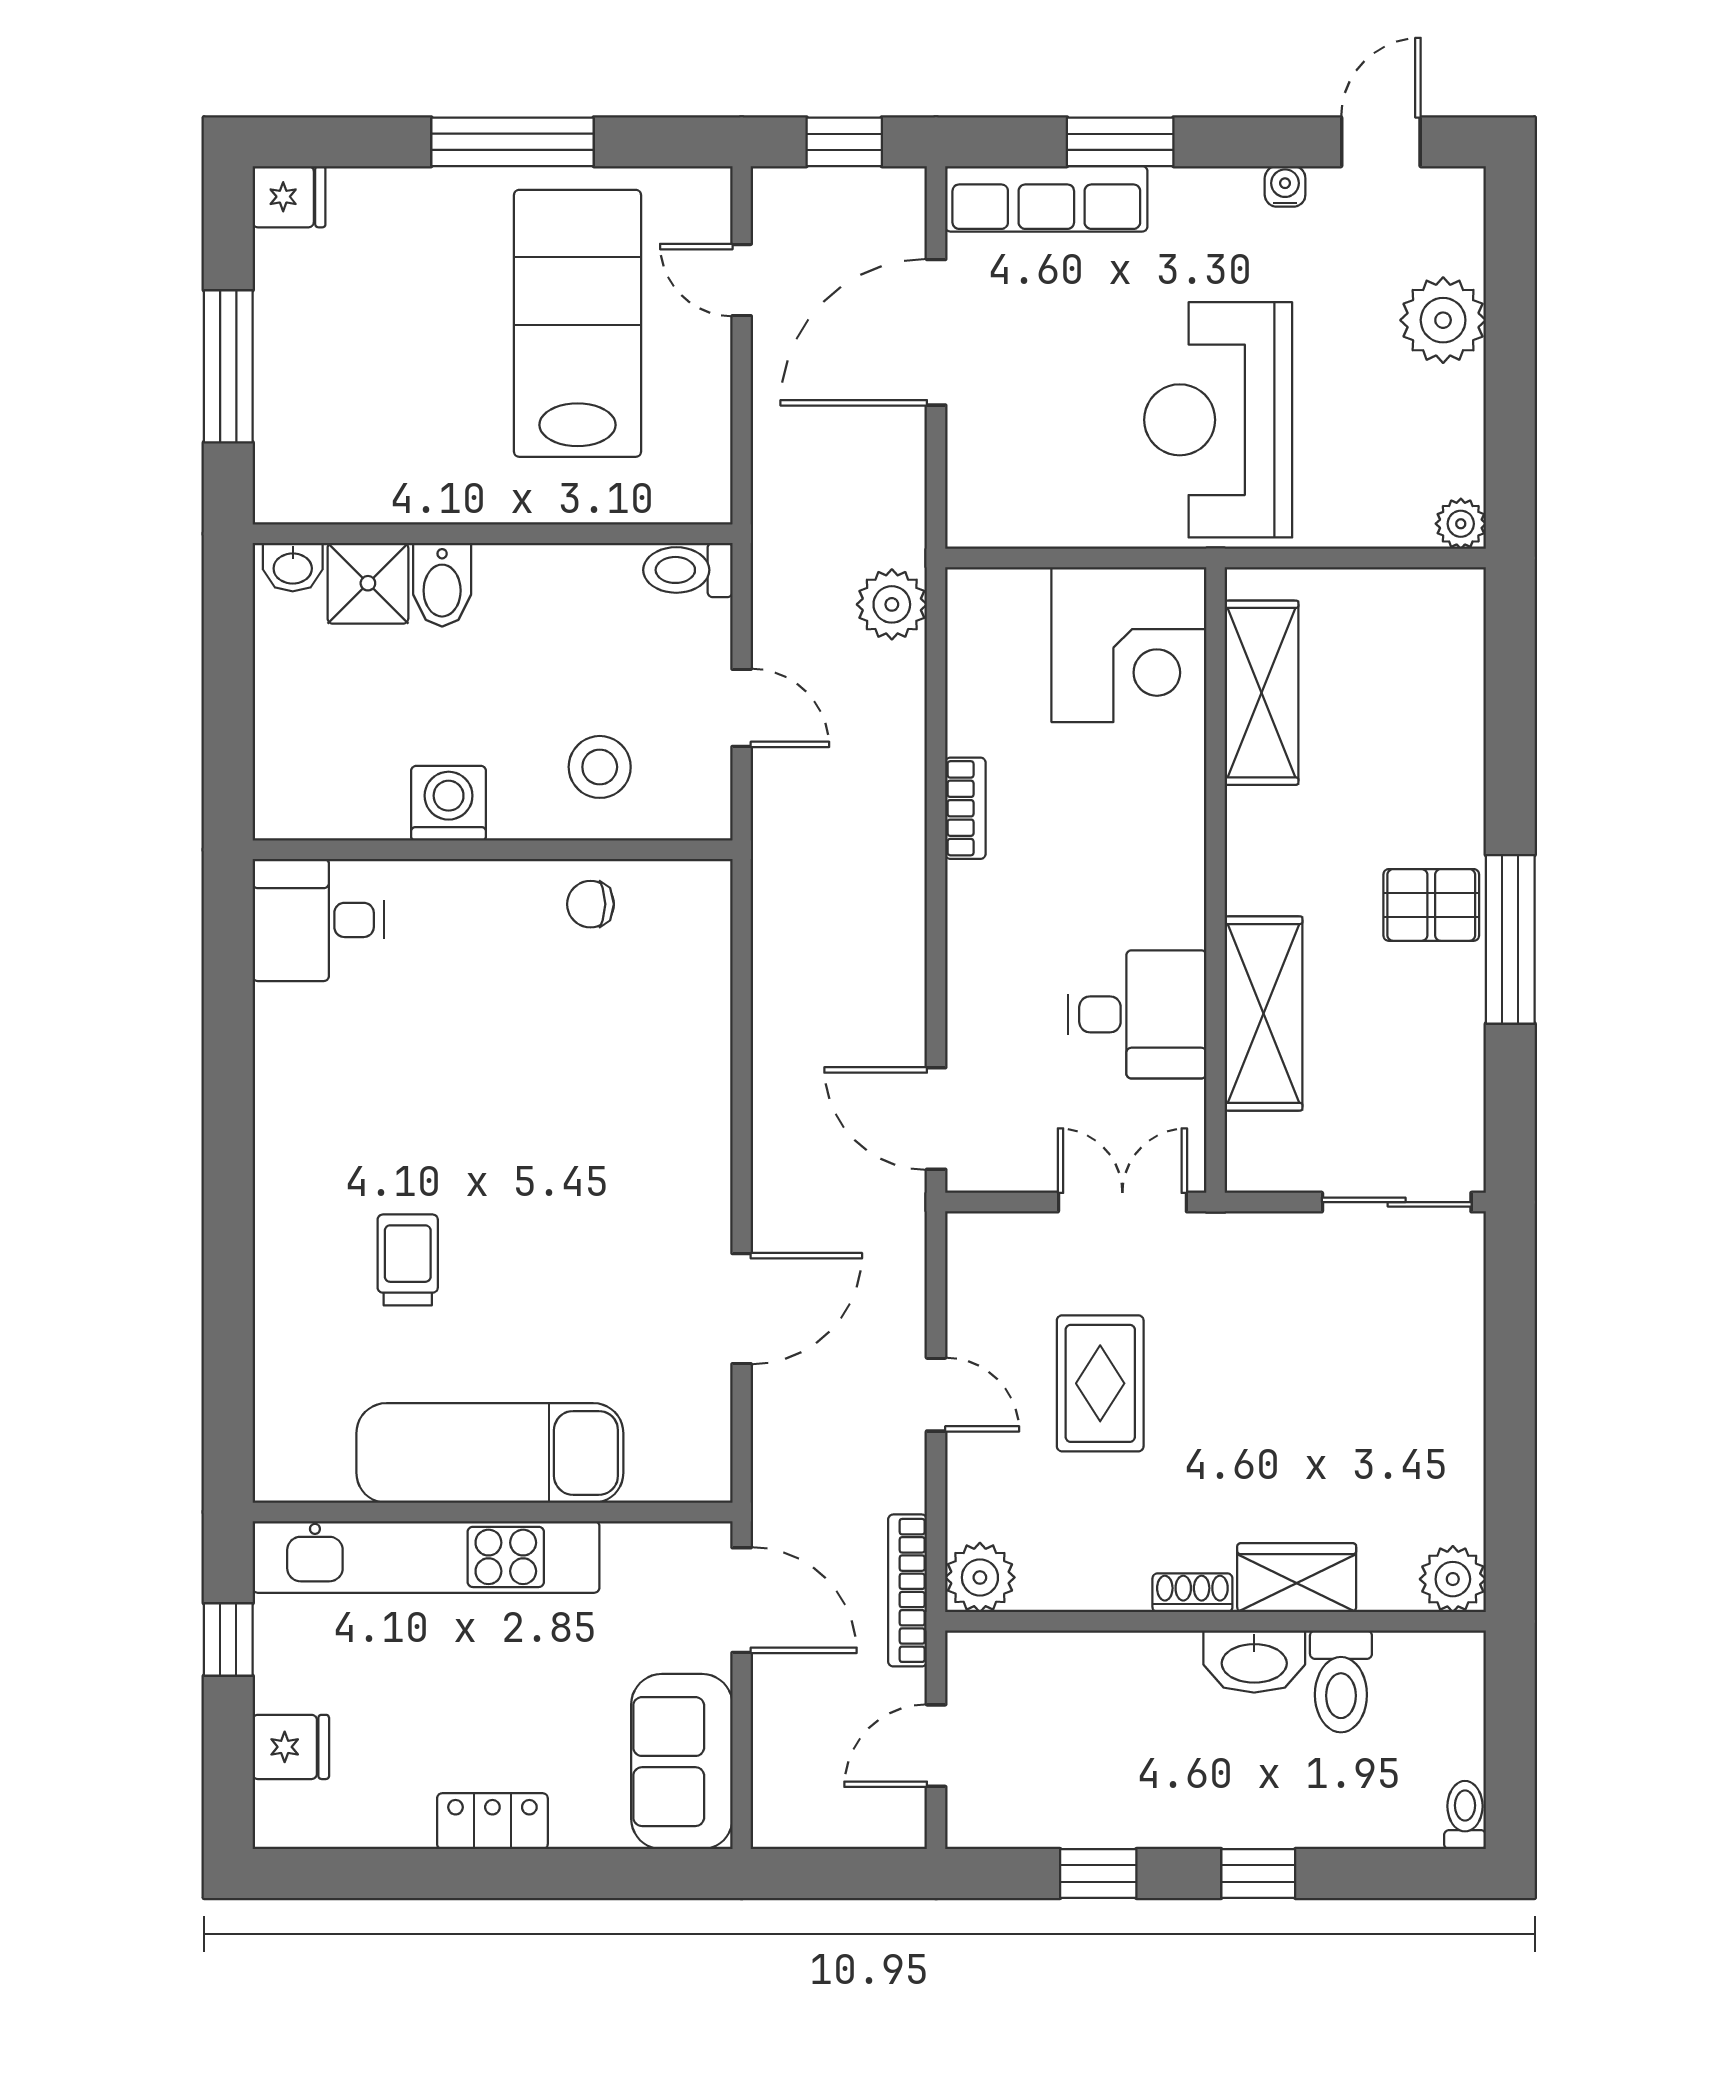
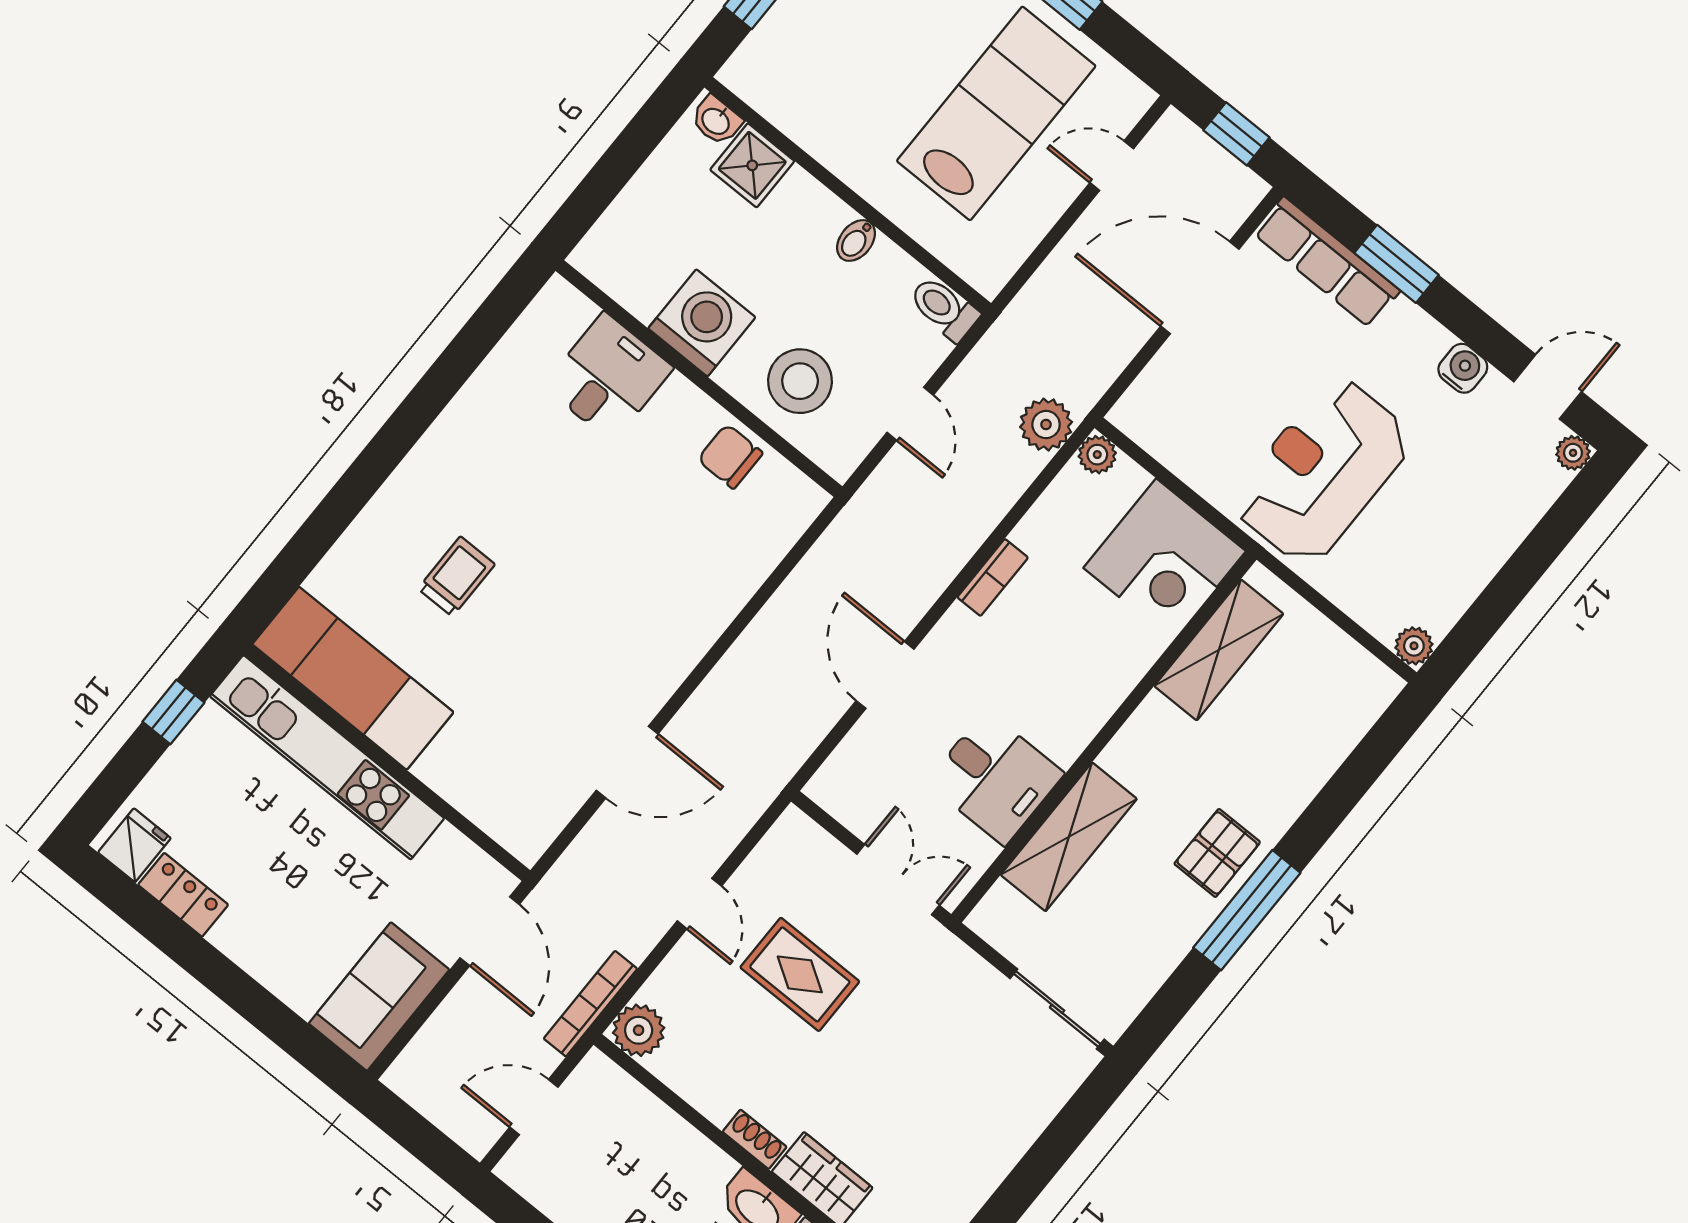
water cooler: (1285, 186) -> (1463, 368), width x1.38, depth x1.38
door: (742, 280) -> (1112, 166), hinge flipped
plant: (1443, 320) -> (1573, 453), moved, width x0.53, depth x0.53
bidet: (442, 585) -> (856, 240), moved, width x0.72, depth x0.74
plant: (970, 592) -> (1097, 455), added
stool: (600, 767) -> (800, 381), width x1.38, depth x1.38
washing machine: (449, 803) -> (702, 323), width x1.37, depth x1.37
chair: (591, 904) -> (730, 456), width x1.37, depth x1.37
pallet: (1431, 905) -> (1217, 853), turned 90
desk: (318, 920) -> (608, 377), moved, turned 90
door: (936, 1119) -> (885, 675), moved
rug: (1100, 1383) -> (800, 974), turned 90
exam couch: (490, 1453) -> (353, 678), moved
fridge: (291, 1747) -> (134, 845), moved, turned -90
locker: (492, 1821) -> (183, 895), moved

